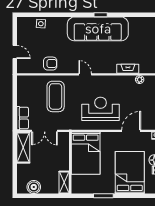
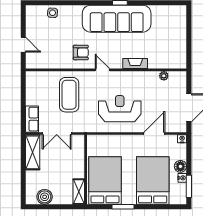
armchair: (50, 64) -> (81, 53), moved
fireplace: (128, 69) -> (135, 63), moved
bed: (86, 153) -> (105, 180), moved, turned 180

